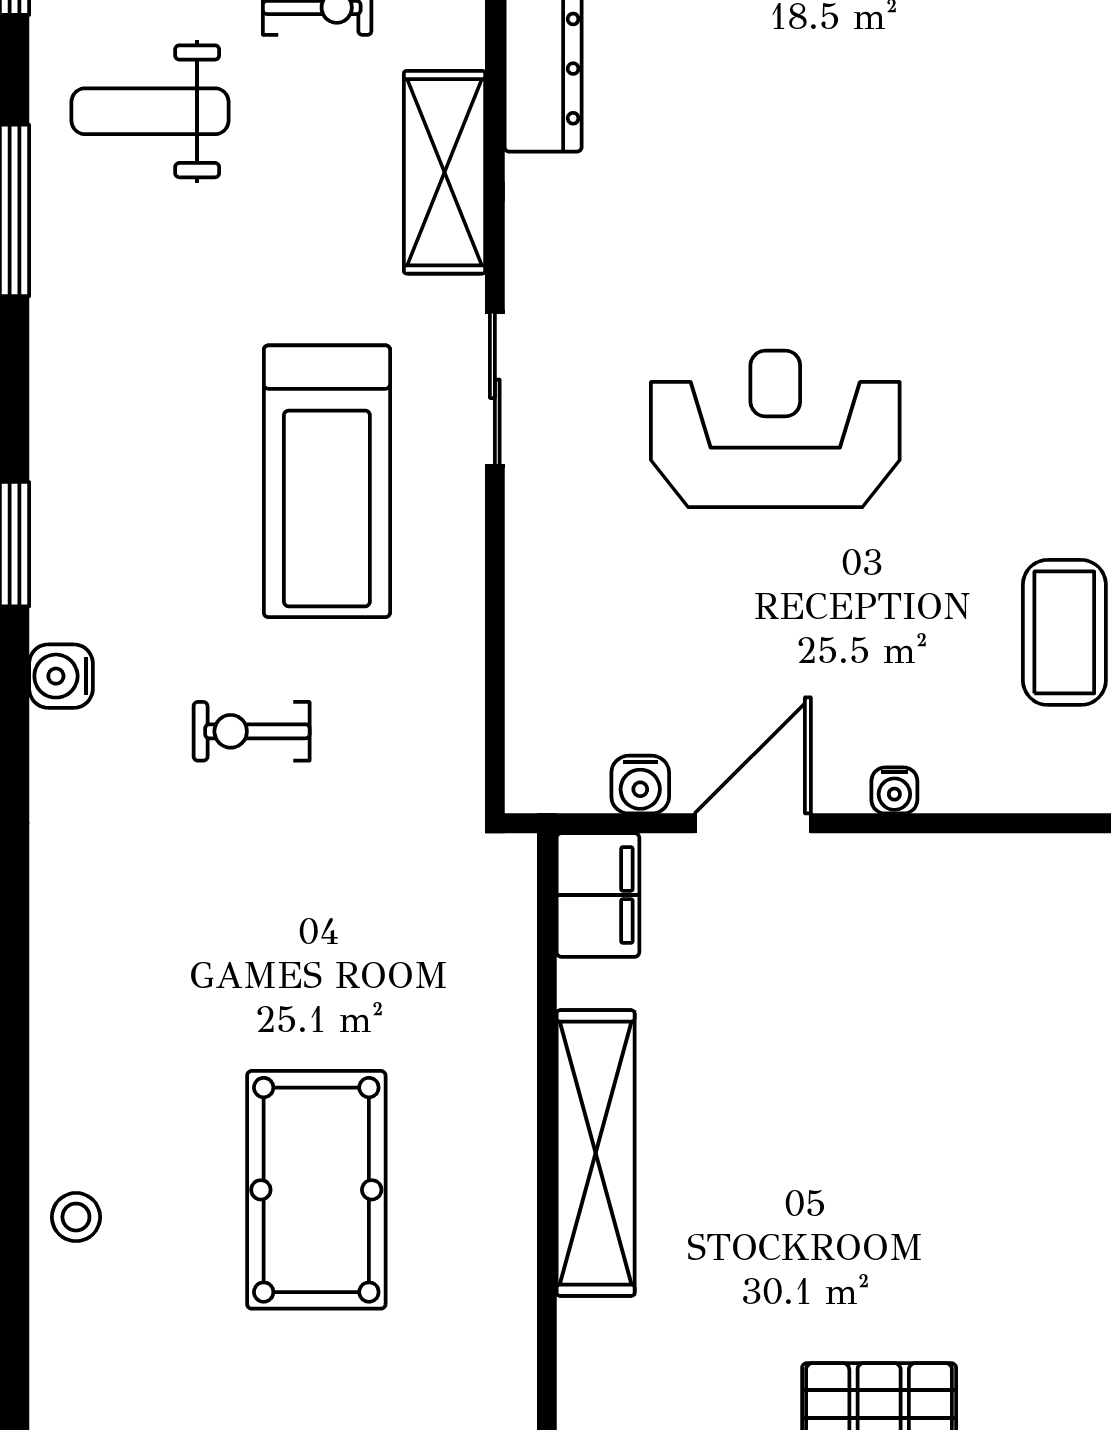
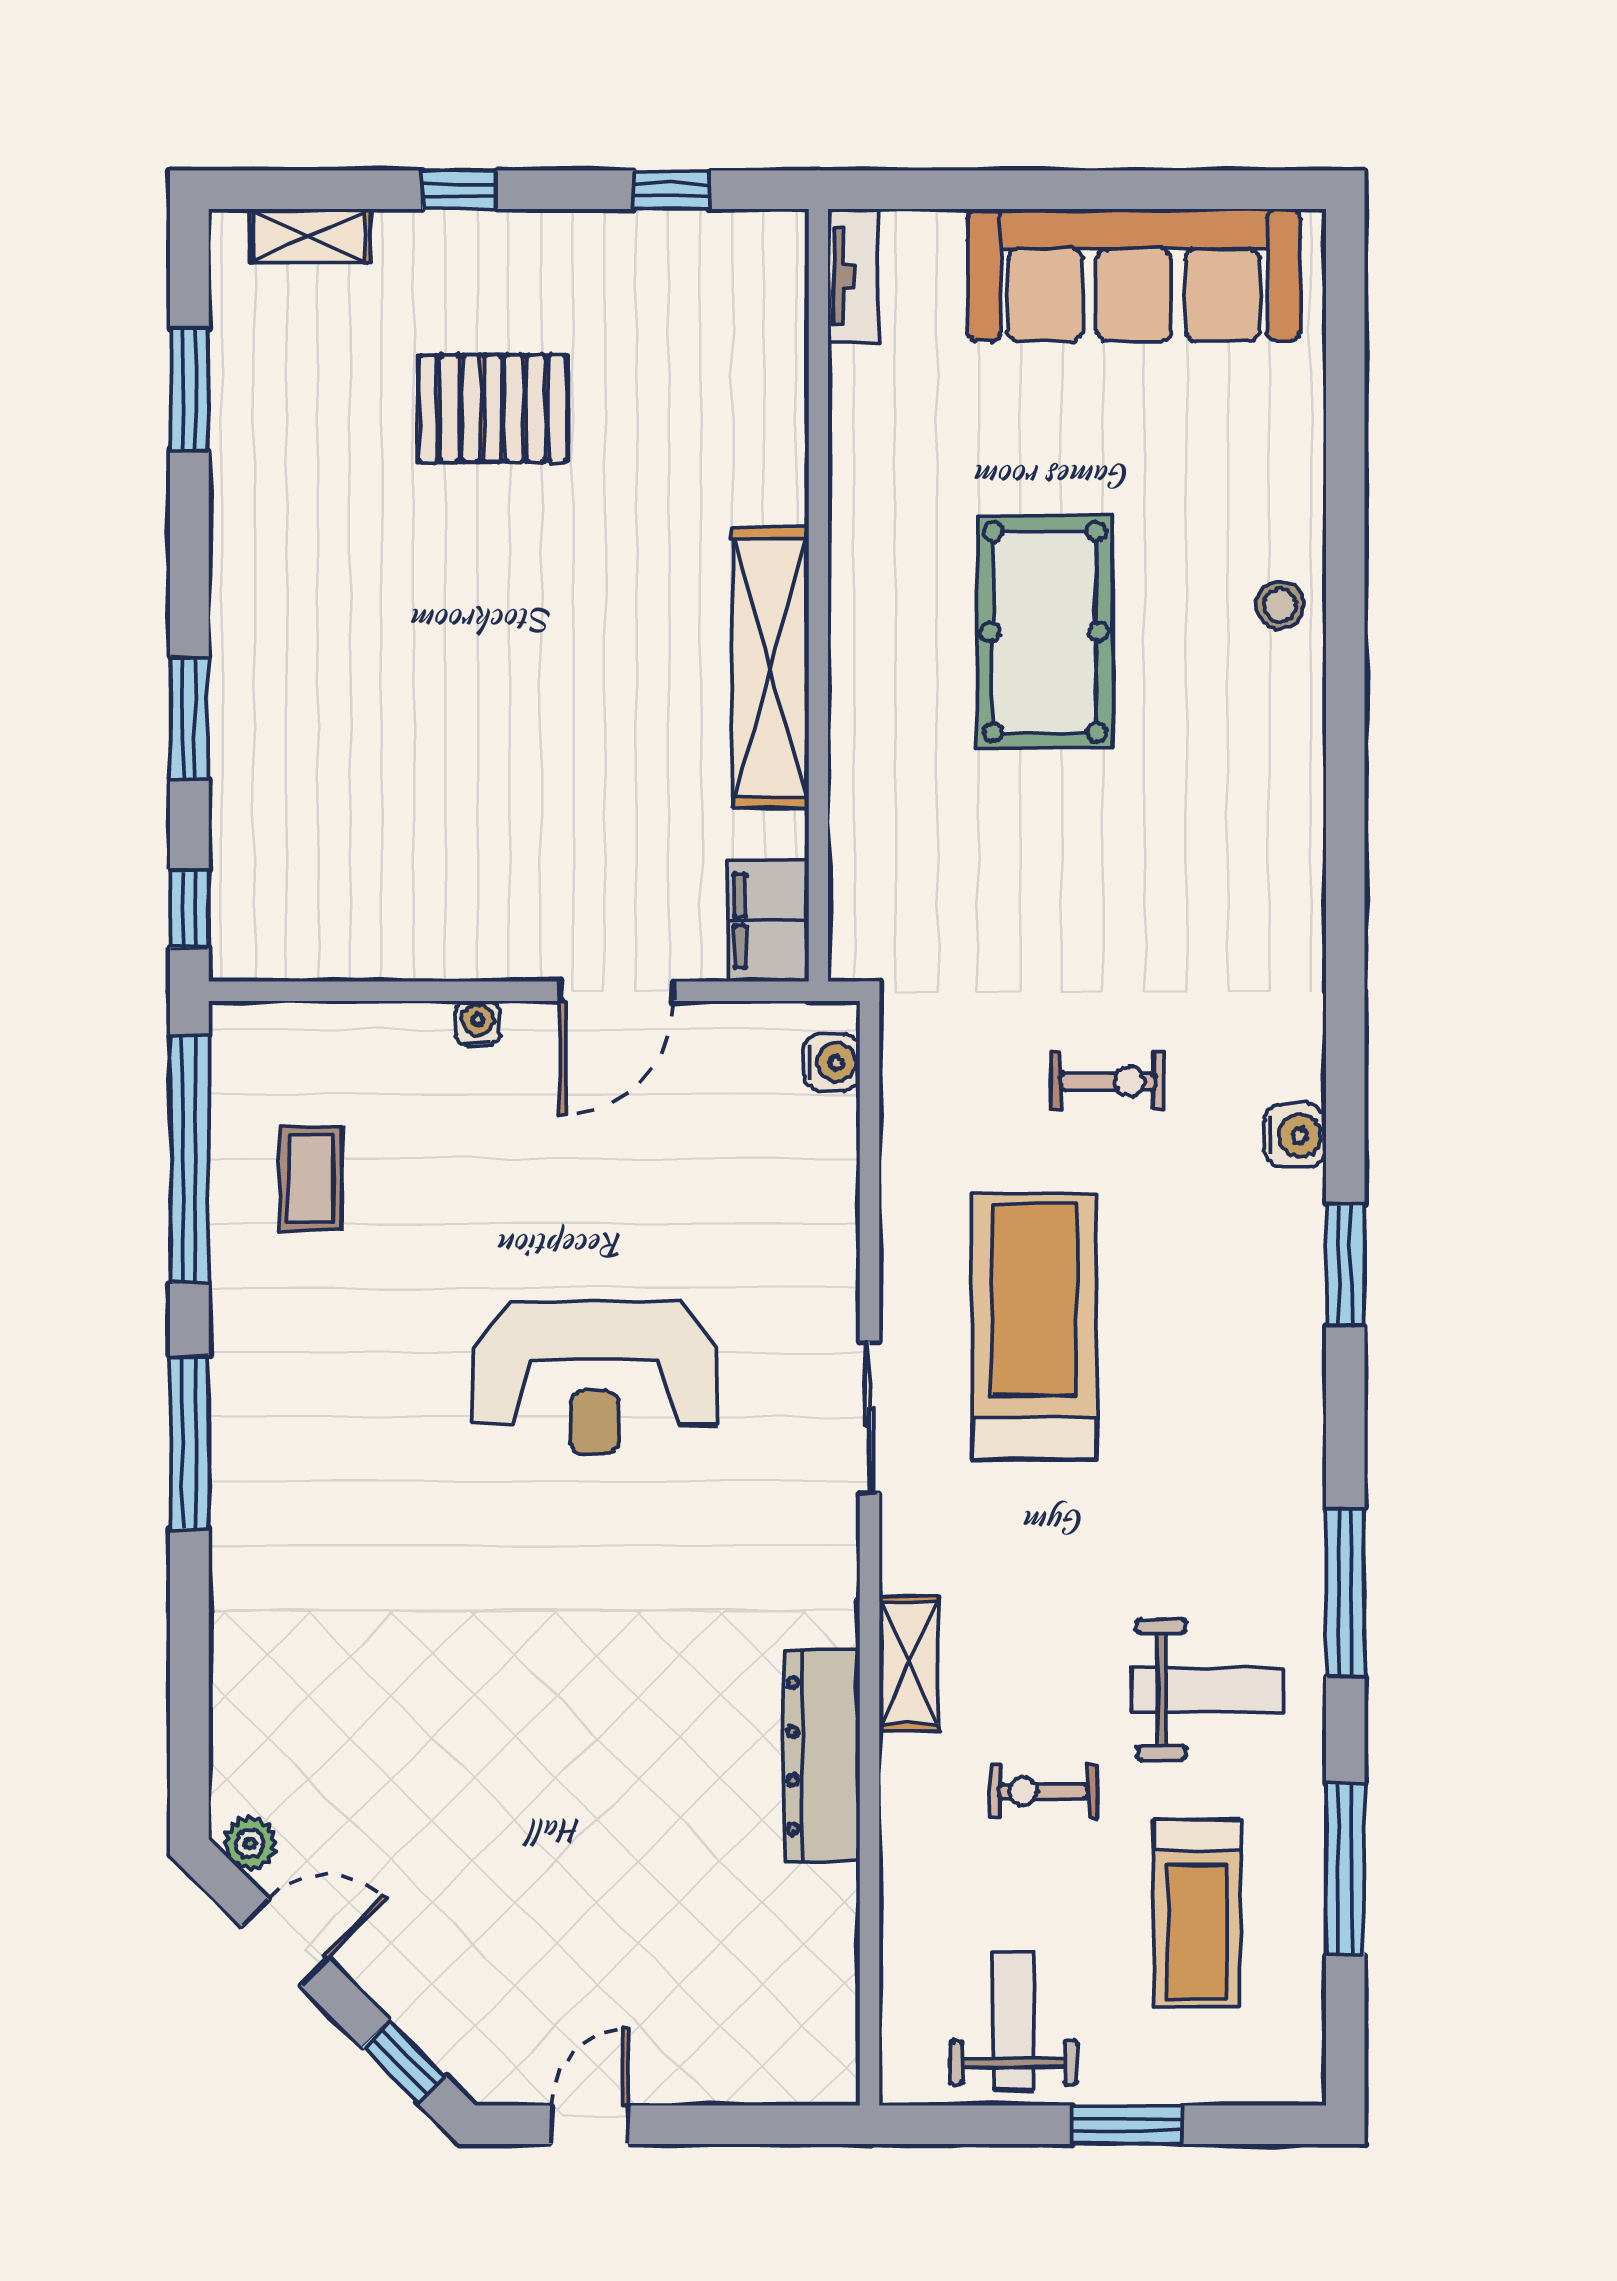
shelving: (445, 172) -> (909, 1663), width x0.67, depth x0.75
coffee table: (1064, 632) -> (311, 1178), width x0.73, depth x0.77
water cooler: (640, 785) -> (832, 1062), moved, turned 90

